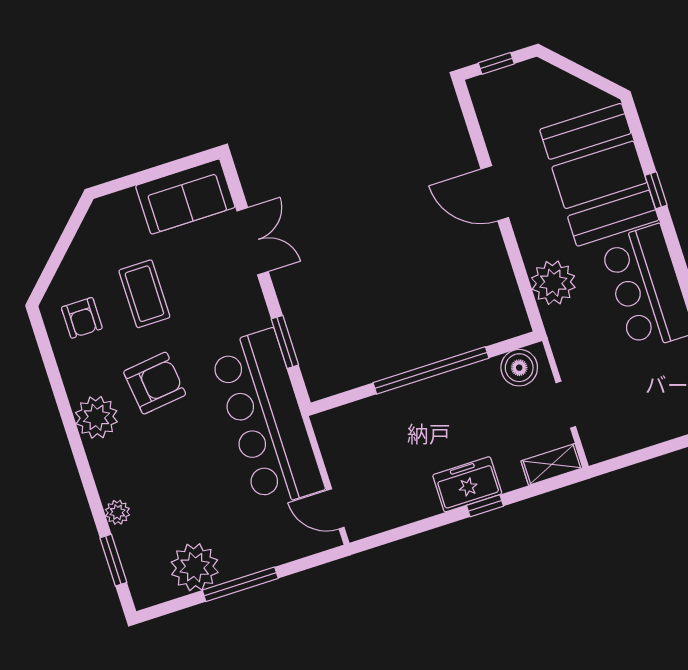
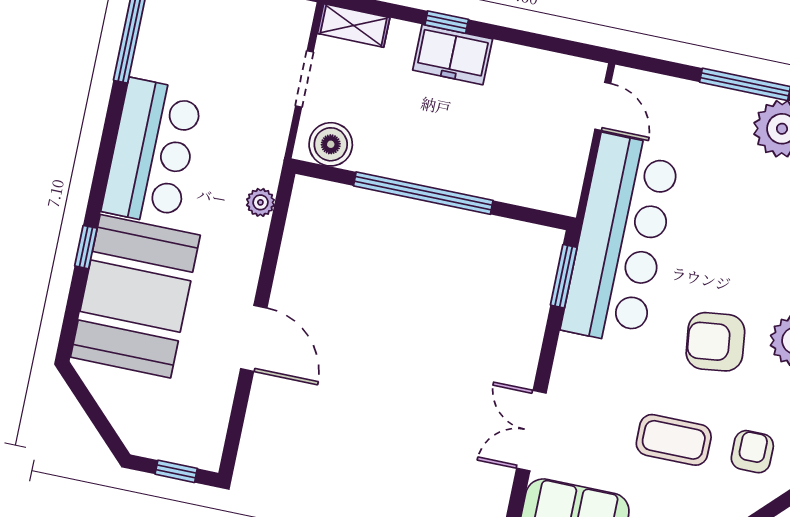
plant: (553, 283) -> (260, 202), width x0.53, depth x0.53
coffee table: (144, 294) -> (674, 440), turned 90
window: (285, 342) -> (564, 276), moved

